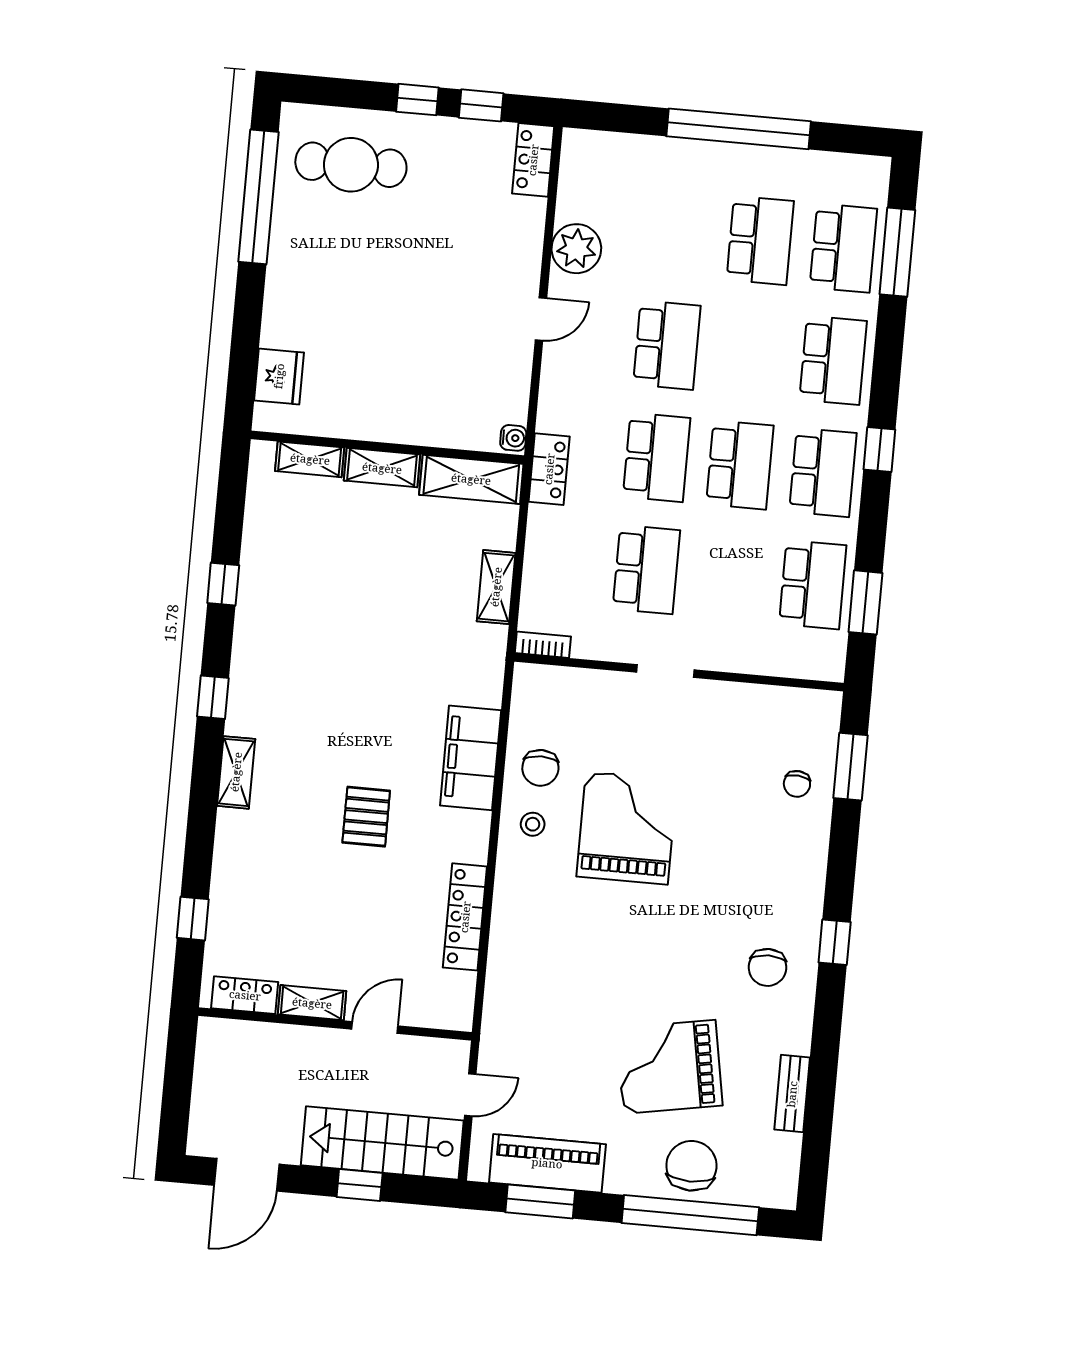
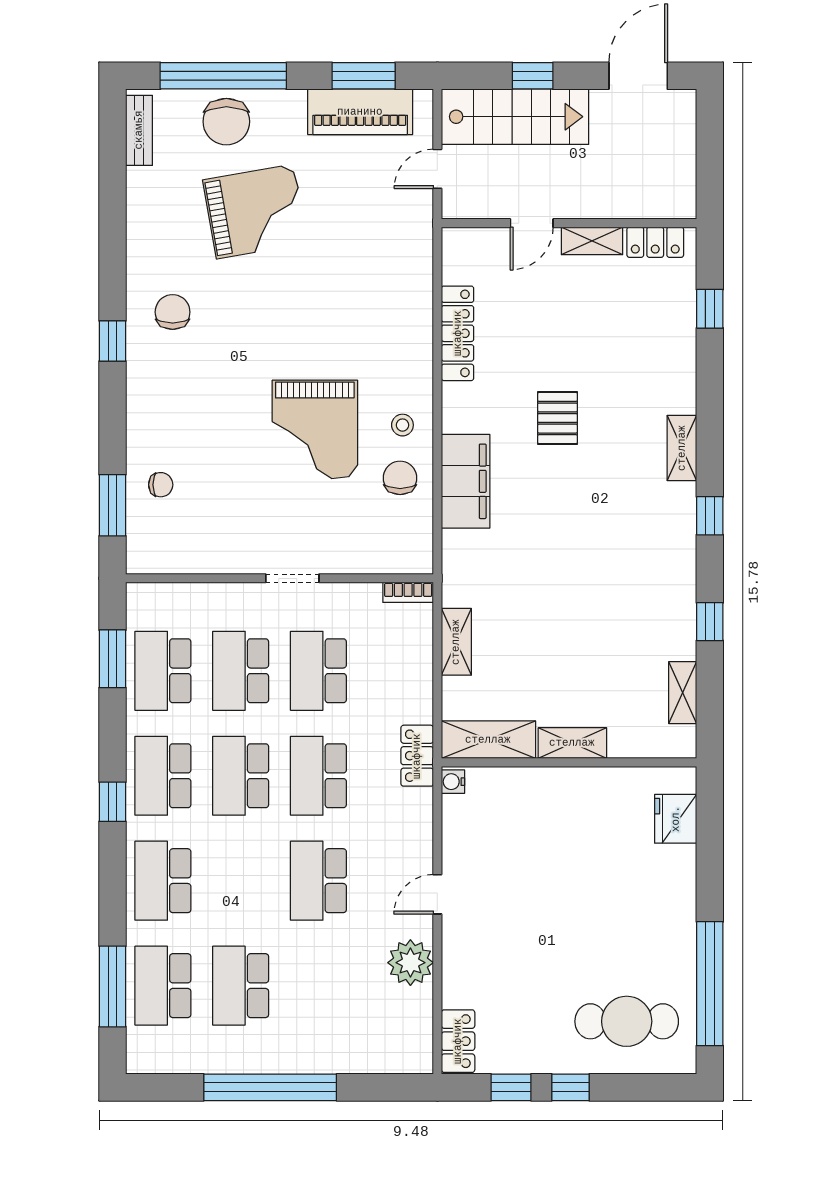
shelving: (310, 459) -> (683, 693), moved, turned 90
school desk: (730, 577) -> (241, 671), added
chair: (797, 784) -> (161, 485), turned 85
bench: (792, 1094) -> (139, 130), moved

